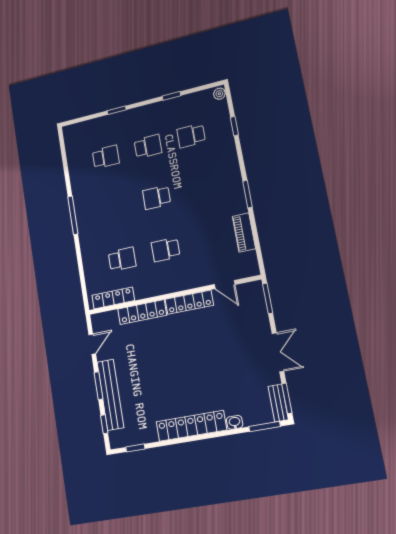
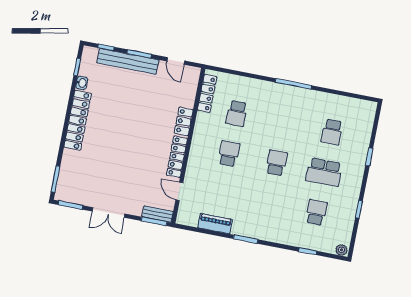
school desk: (148, 146) -> (324, 172), width x1.85
door: (225, 284) -> (179, 191), hinge flipped
locker: (142, 312) -> (184, 121), width x0.66
bench: (278, 403) -> (158, 214), moved
washbasin: (235, 422) -> (82, 83), moved

